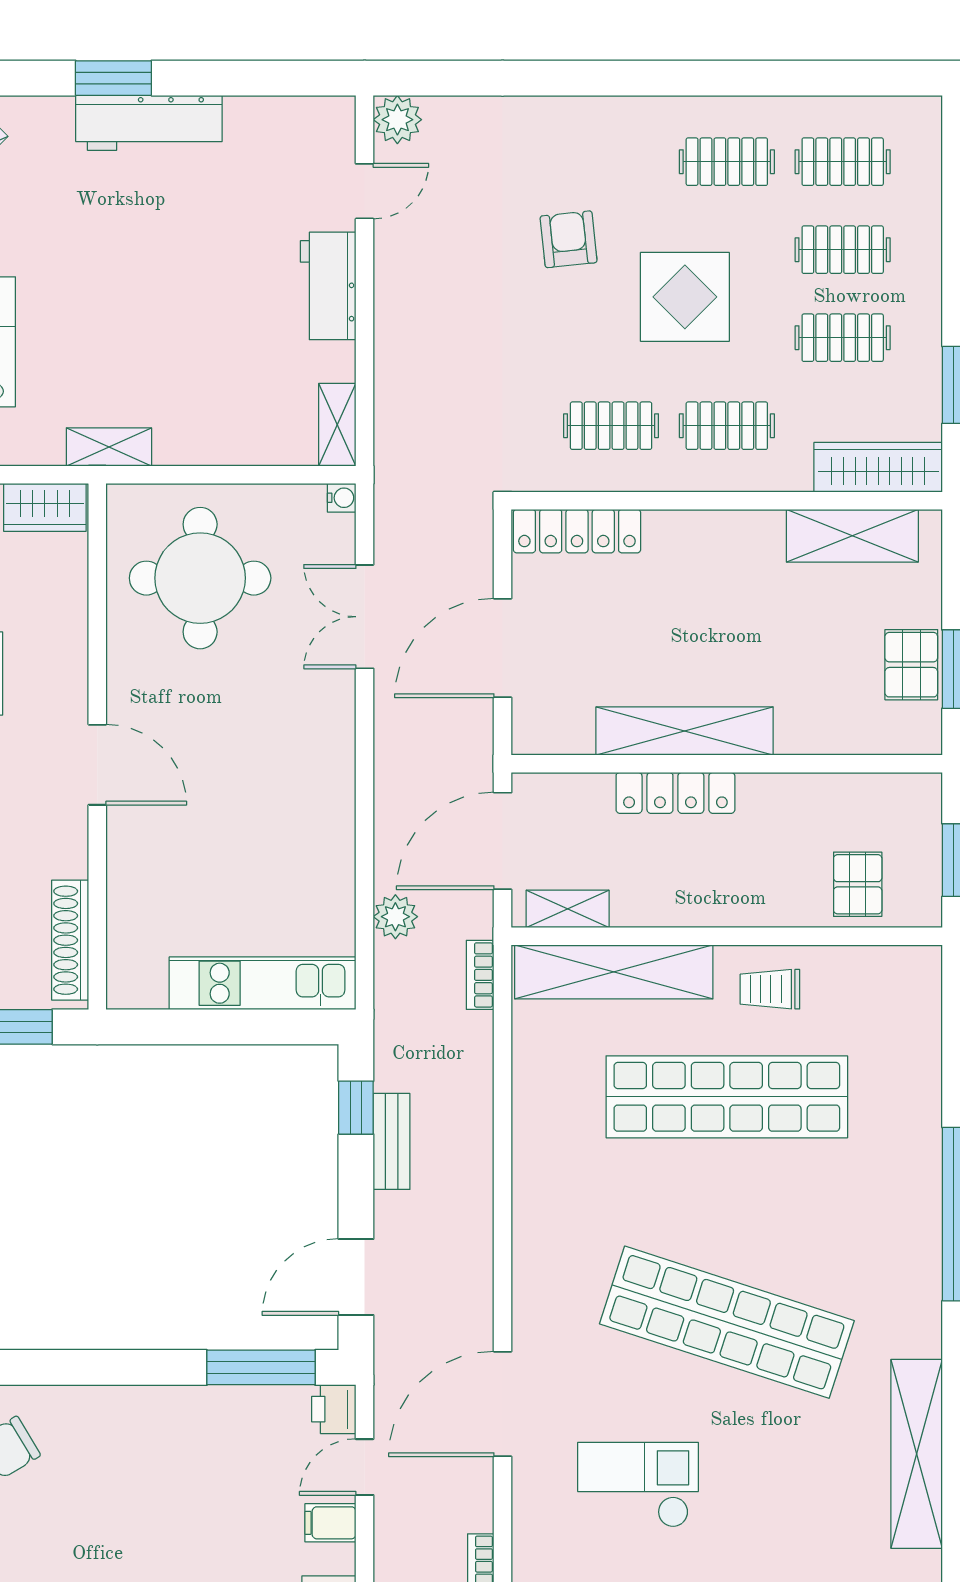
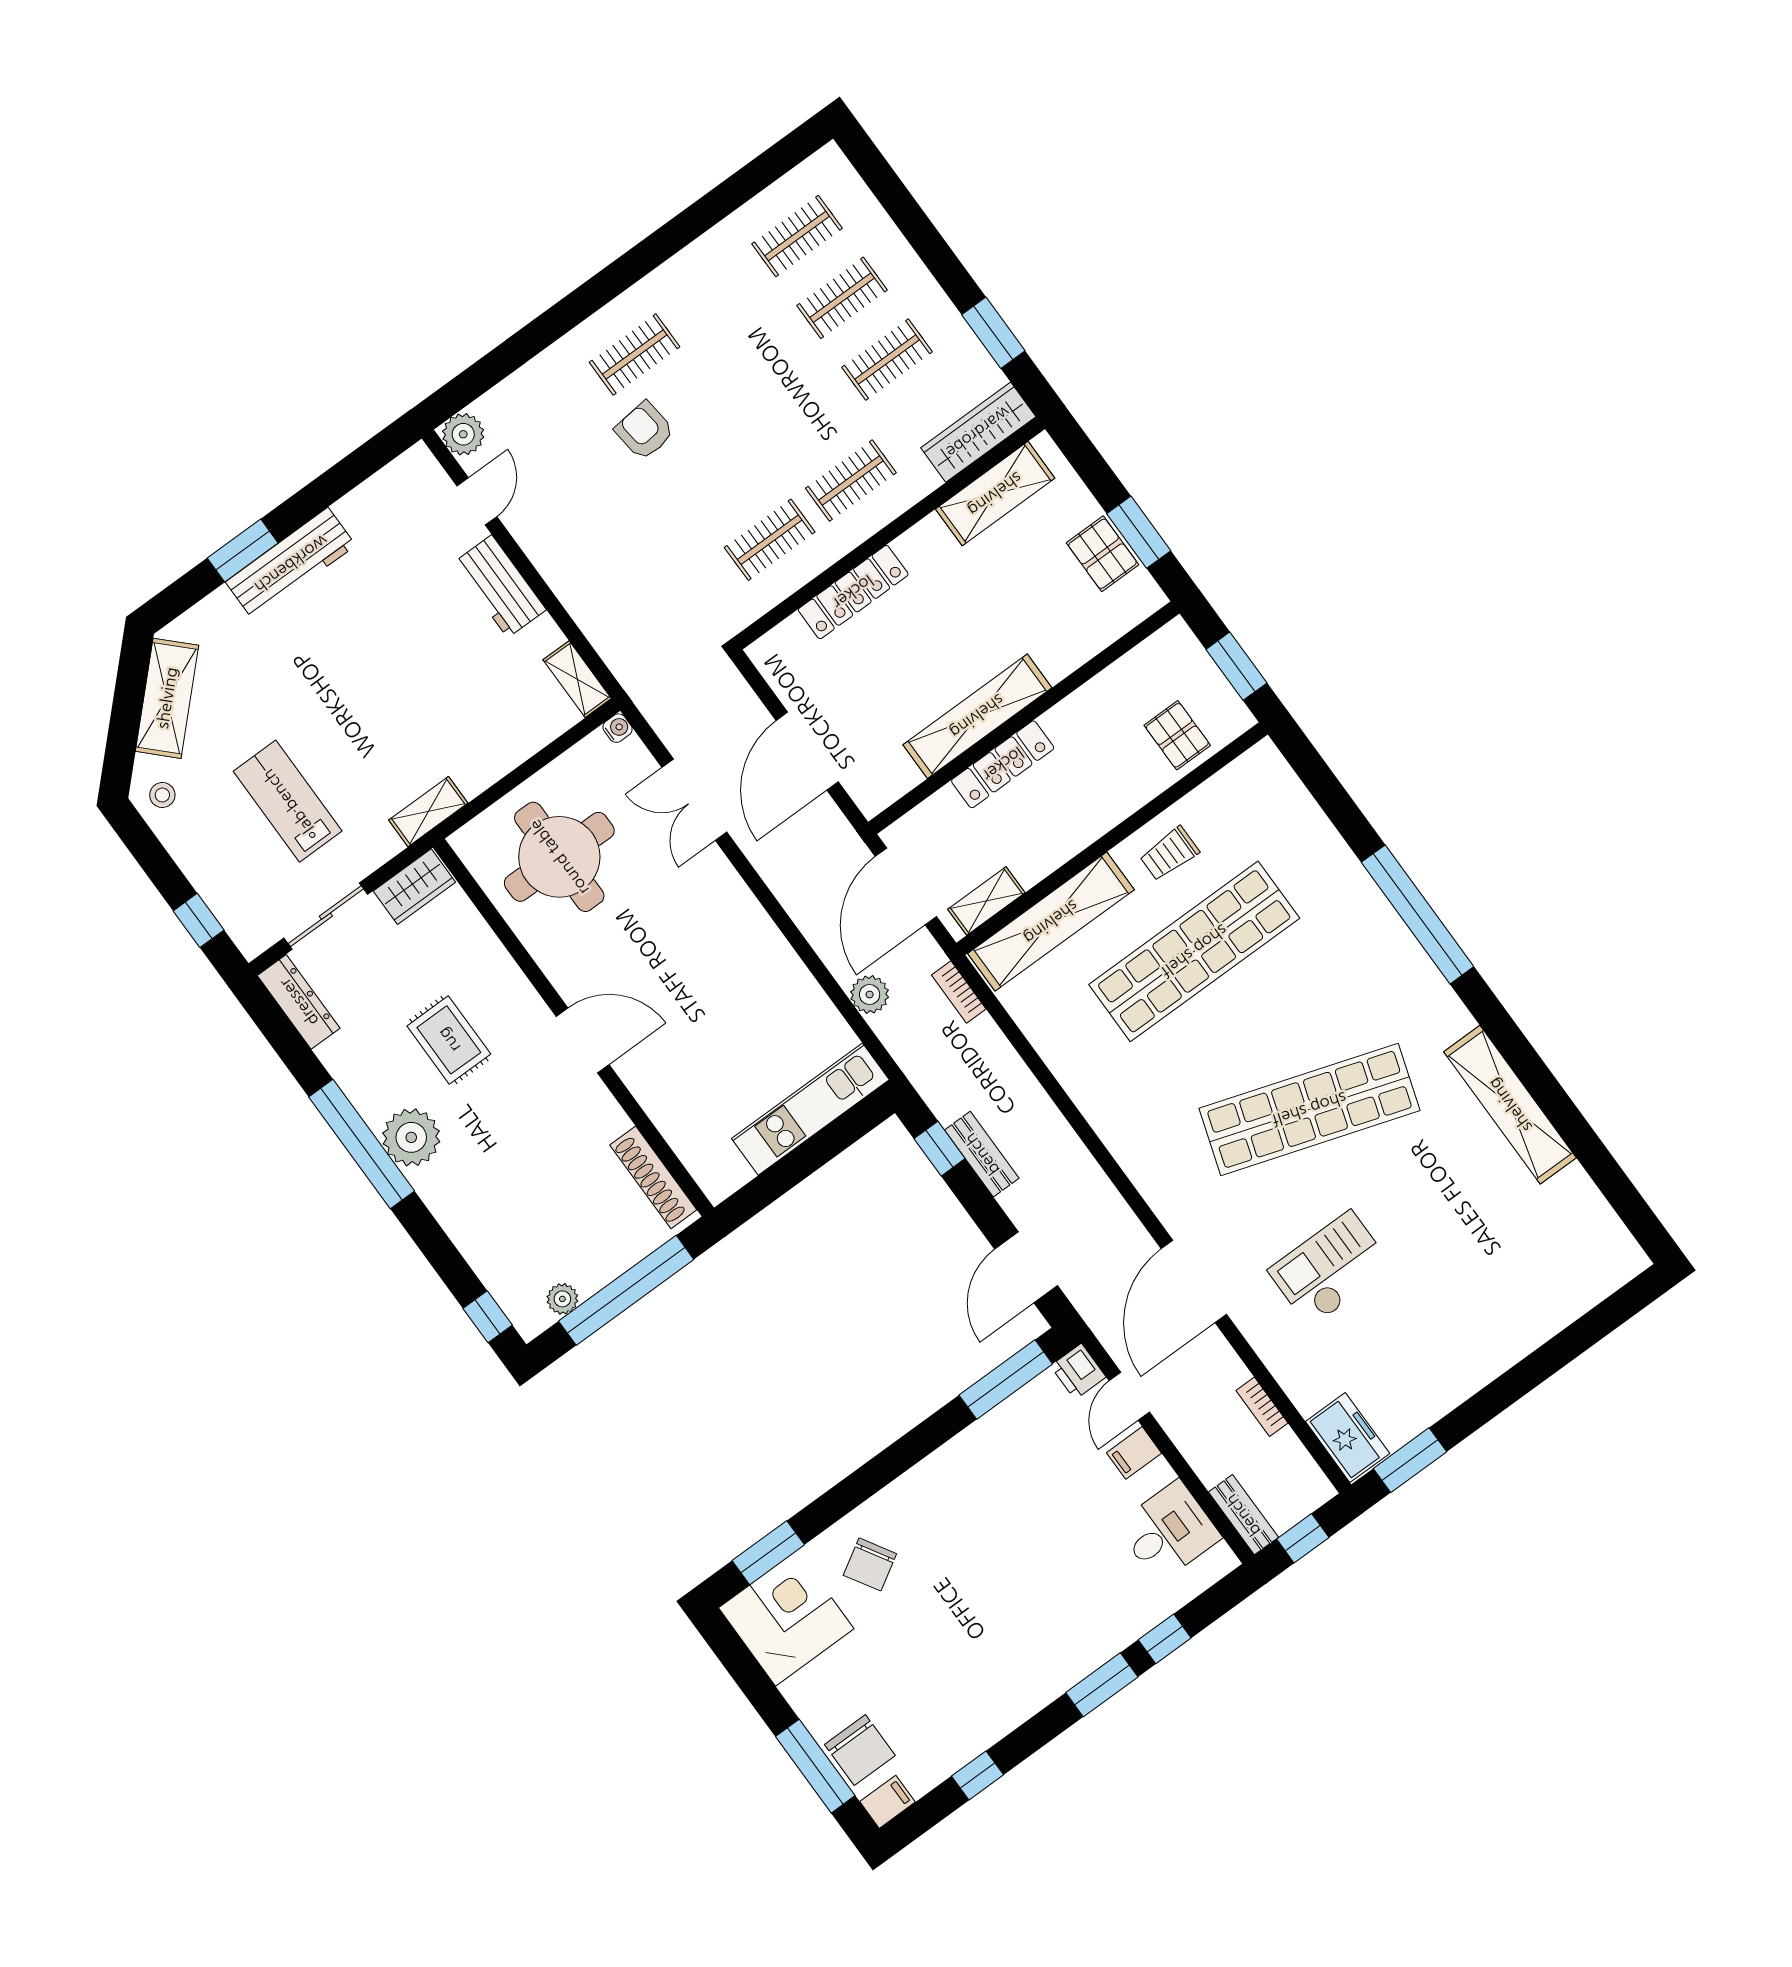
clothes rail: (727, 162) -> (635, 355), moved
display table: (685, 297) -> (756, 412), removed
locker: (577, 531) -> (853, 592), moved

